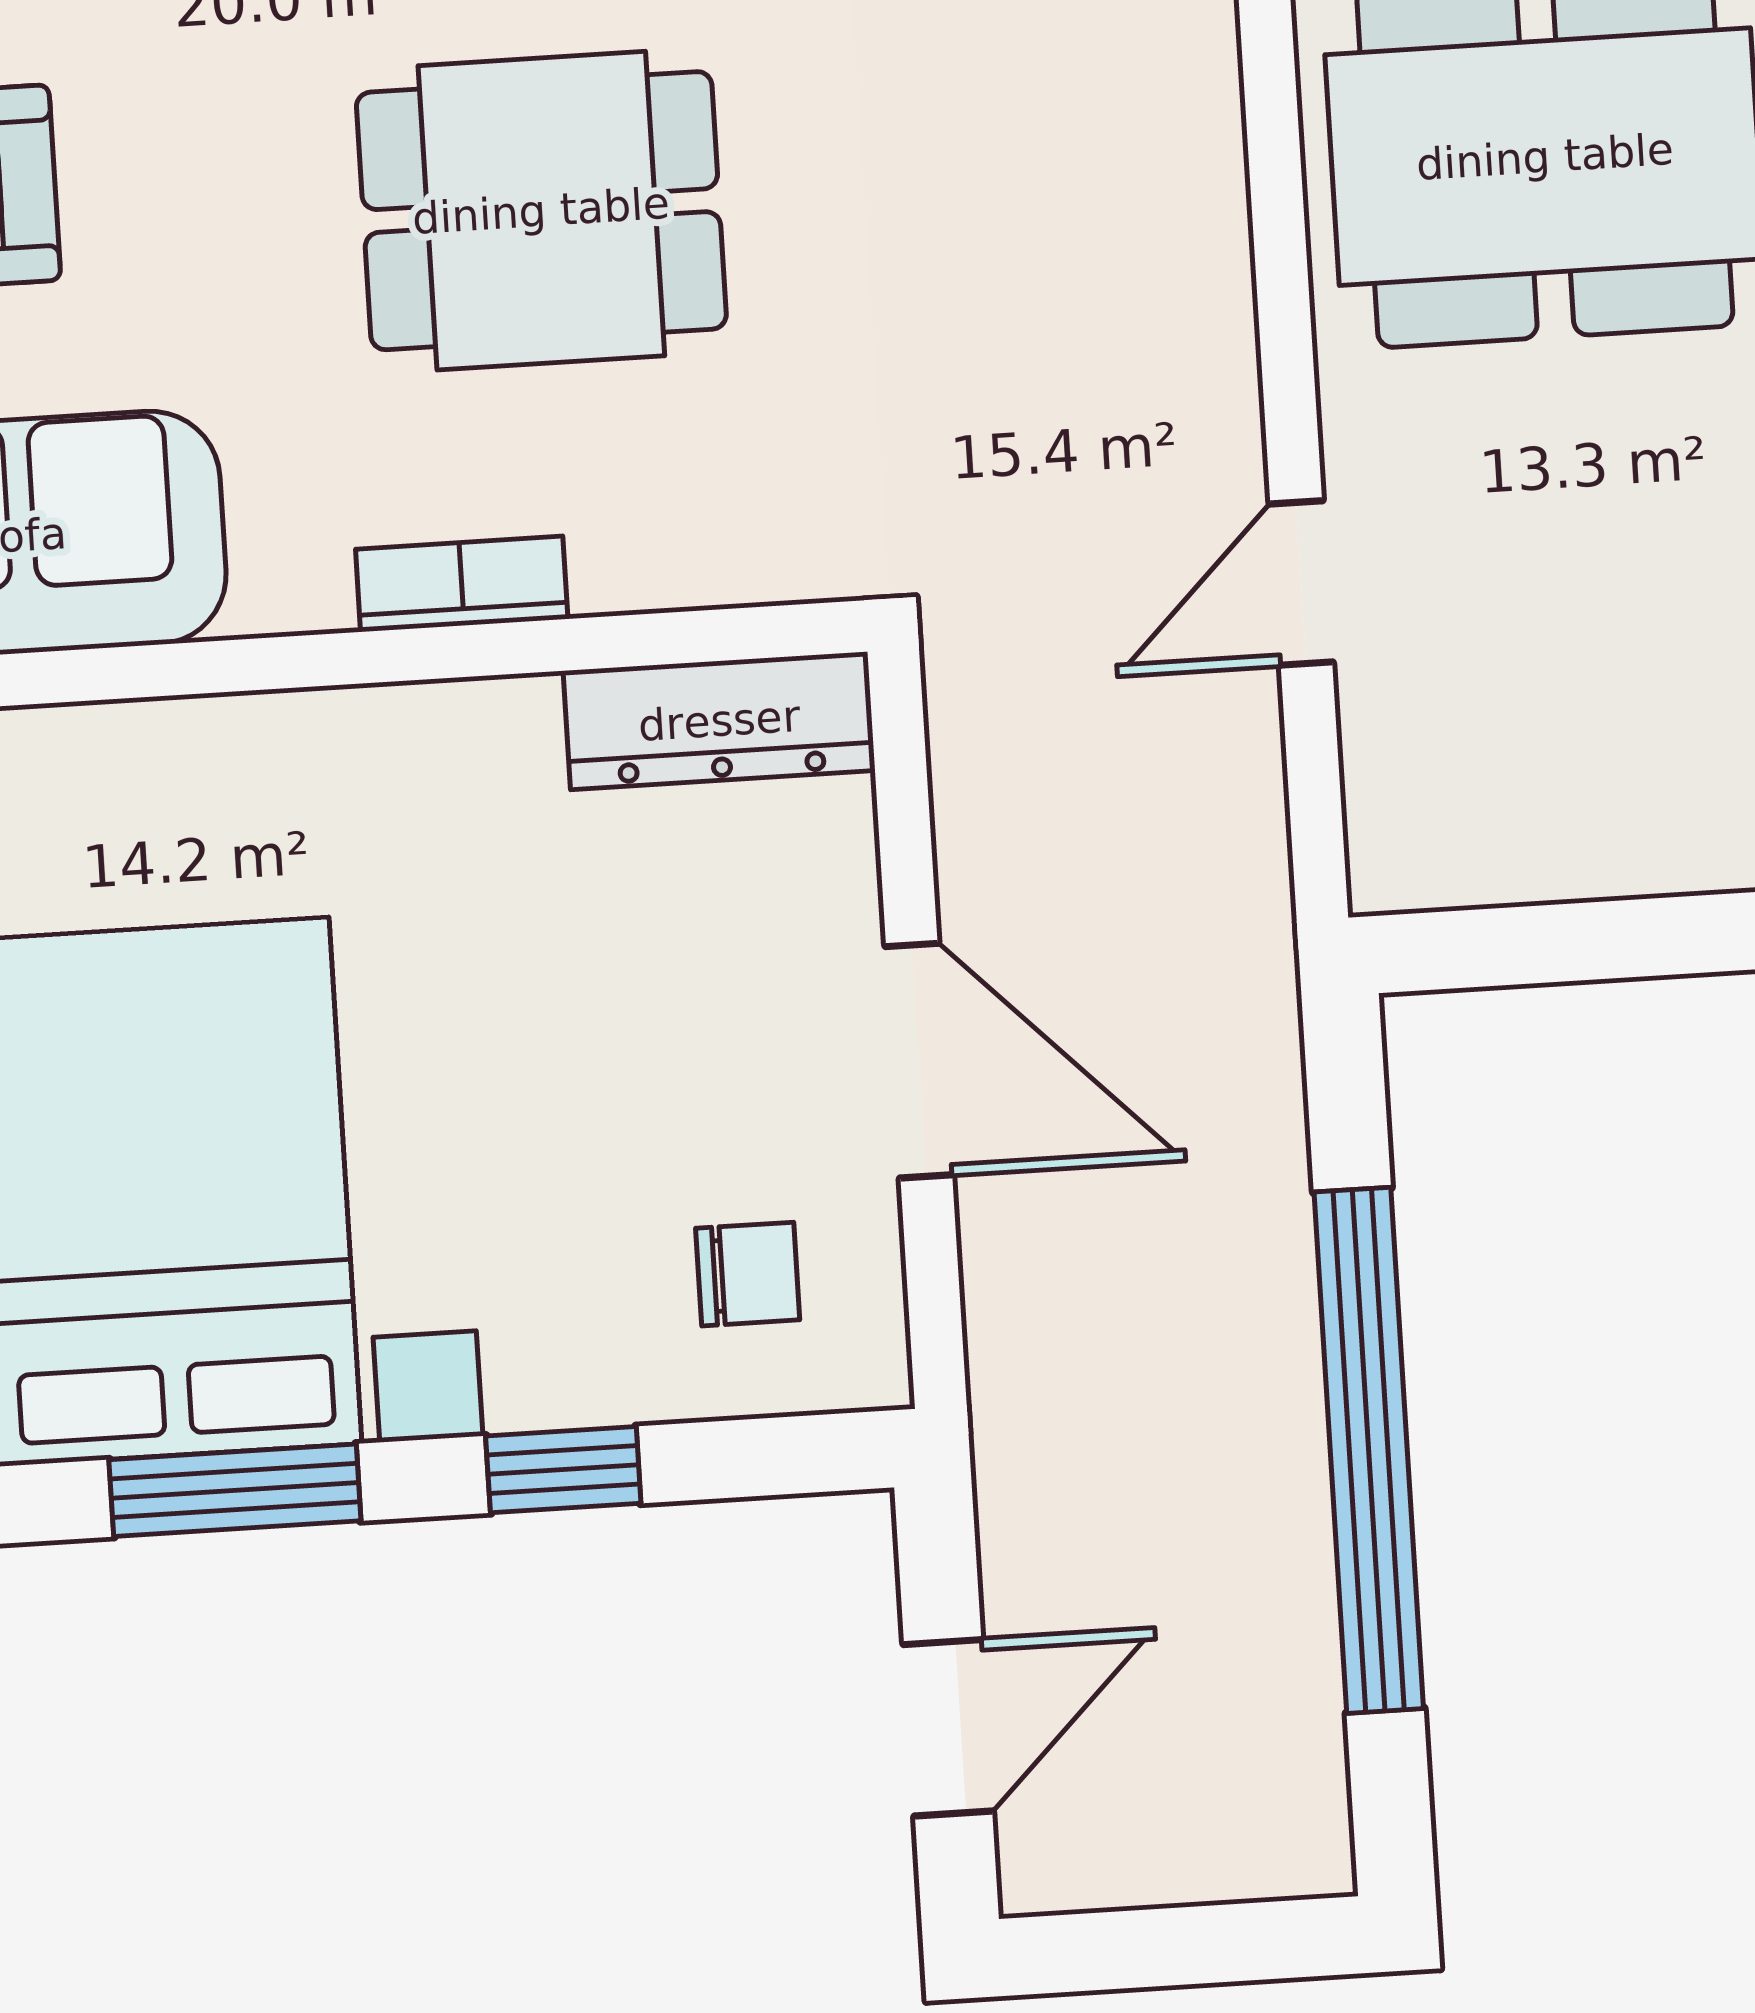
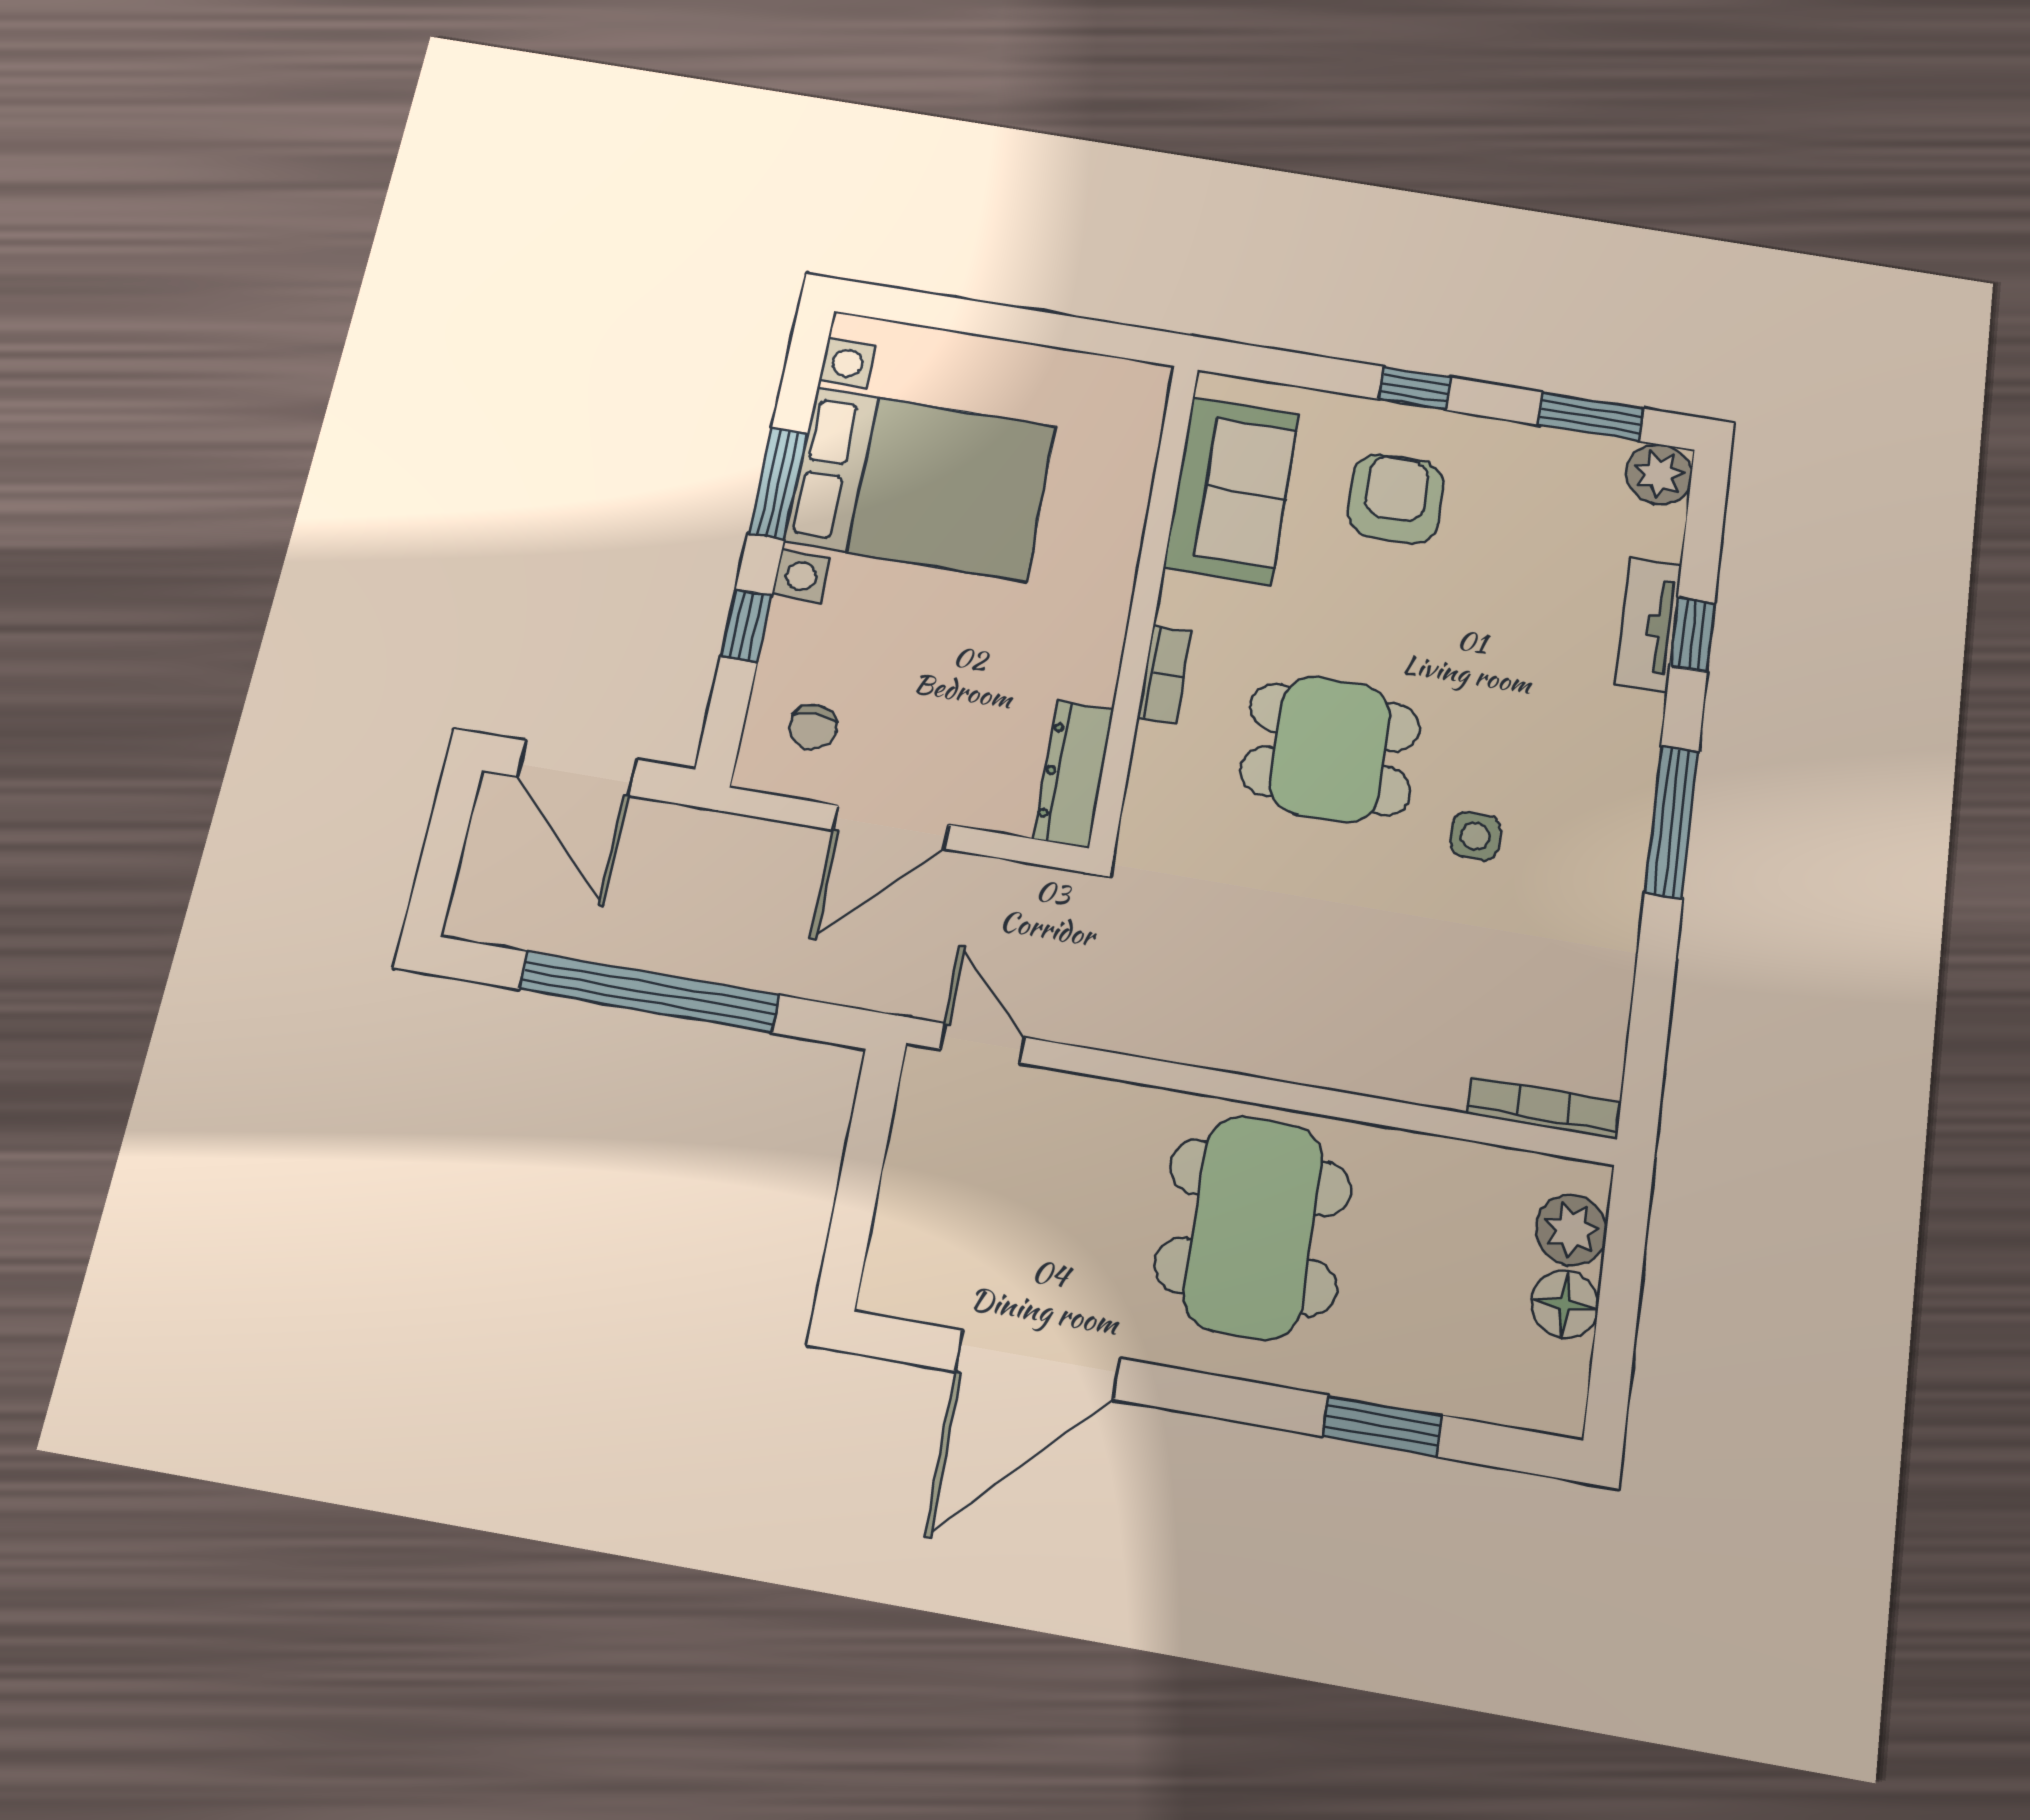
dining table: (541, 211) -> (1330, 749), turned 90
door: (1301, 583) -> (982, 1043), moved
door: (948, 1728) -> (577, 768), width x1.38

